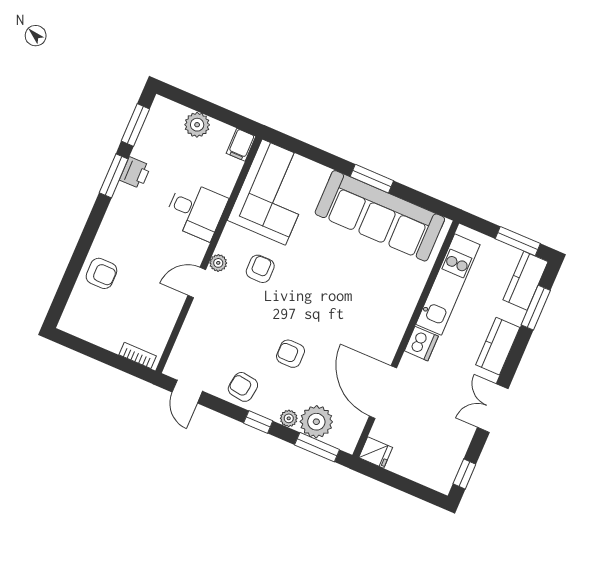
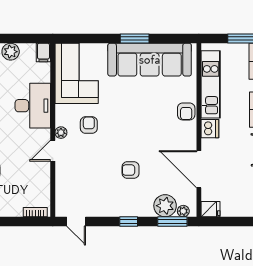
desk: (196, 210) -> (33, 106), width x1.37
armchair: (243, 387) -> (186, 111), moved, turned -98
plant: (289, 418) -> (183, 211), moved

